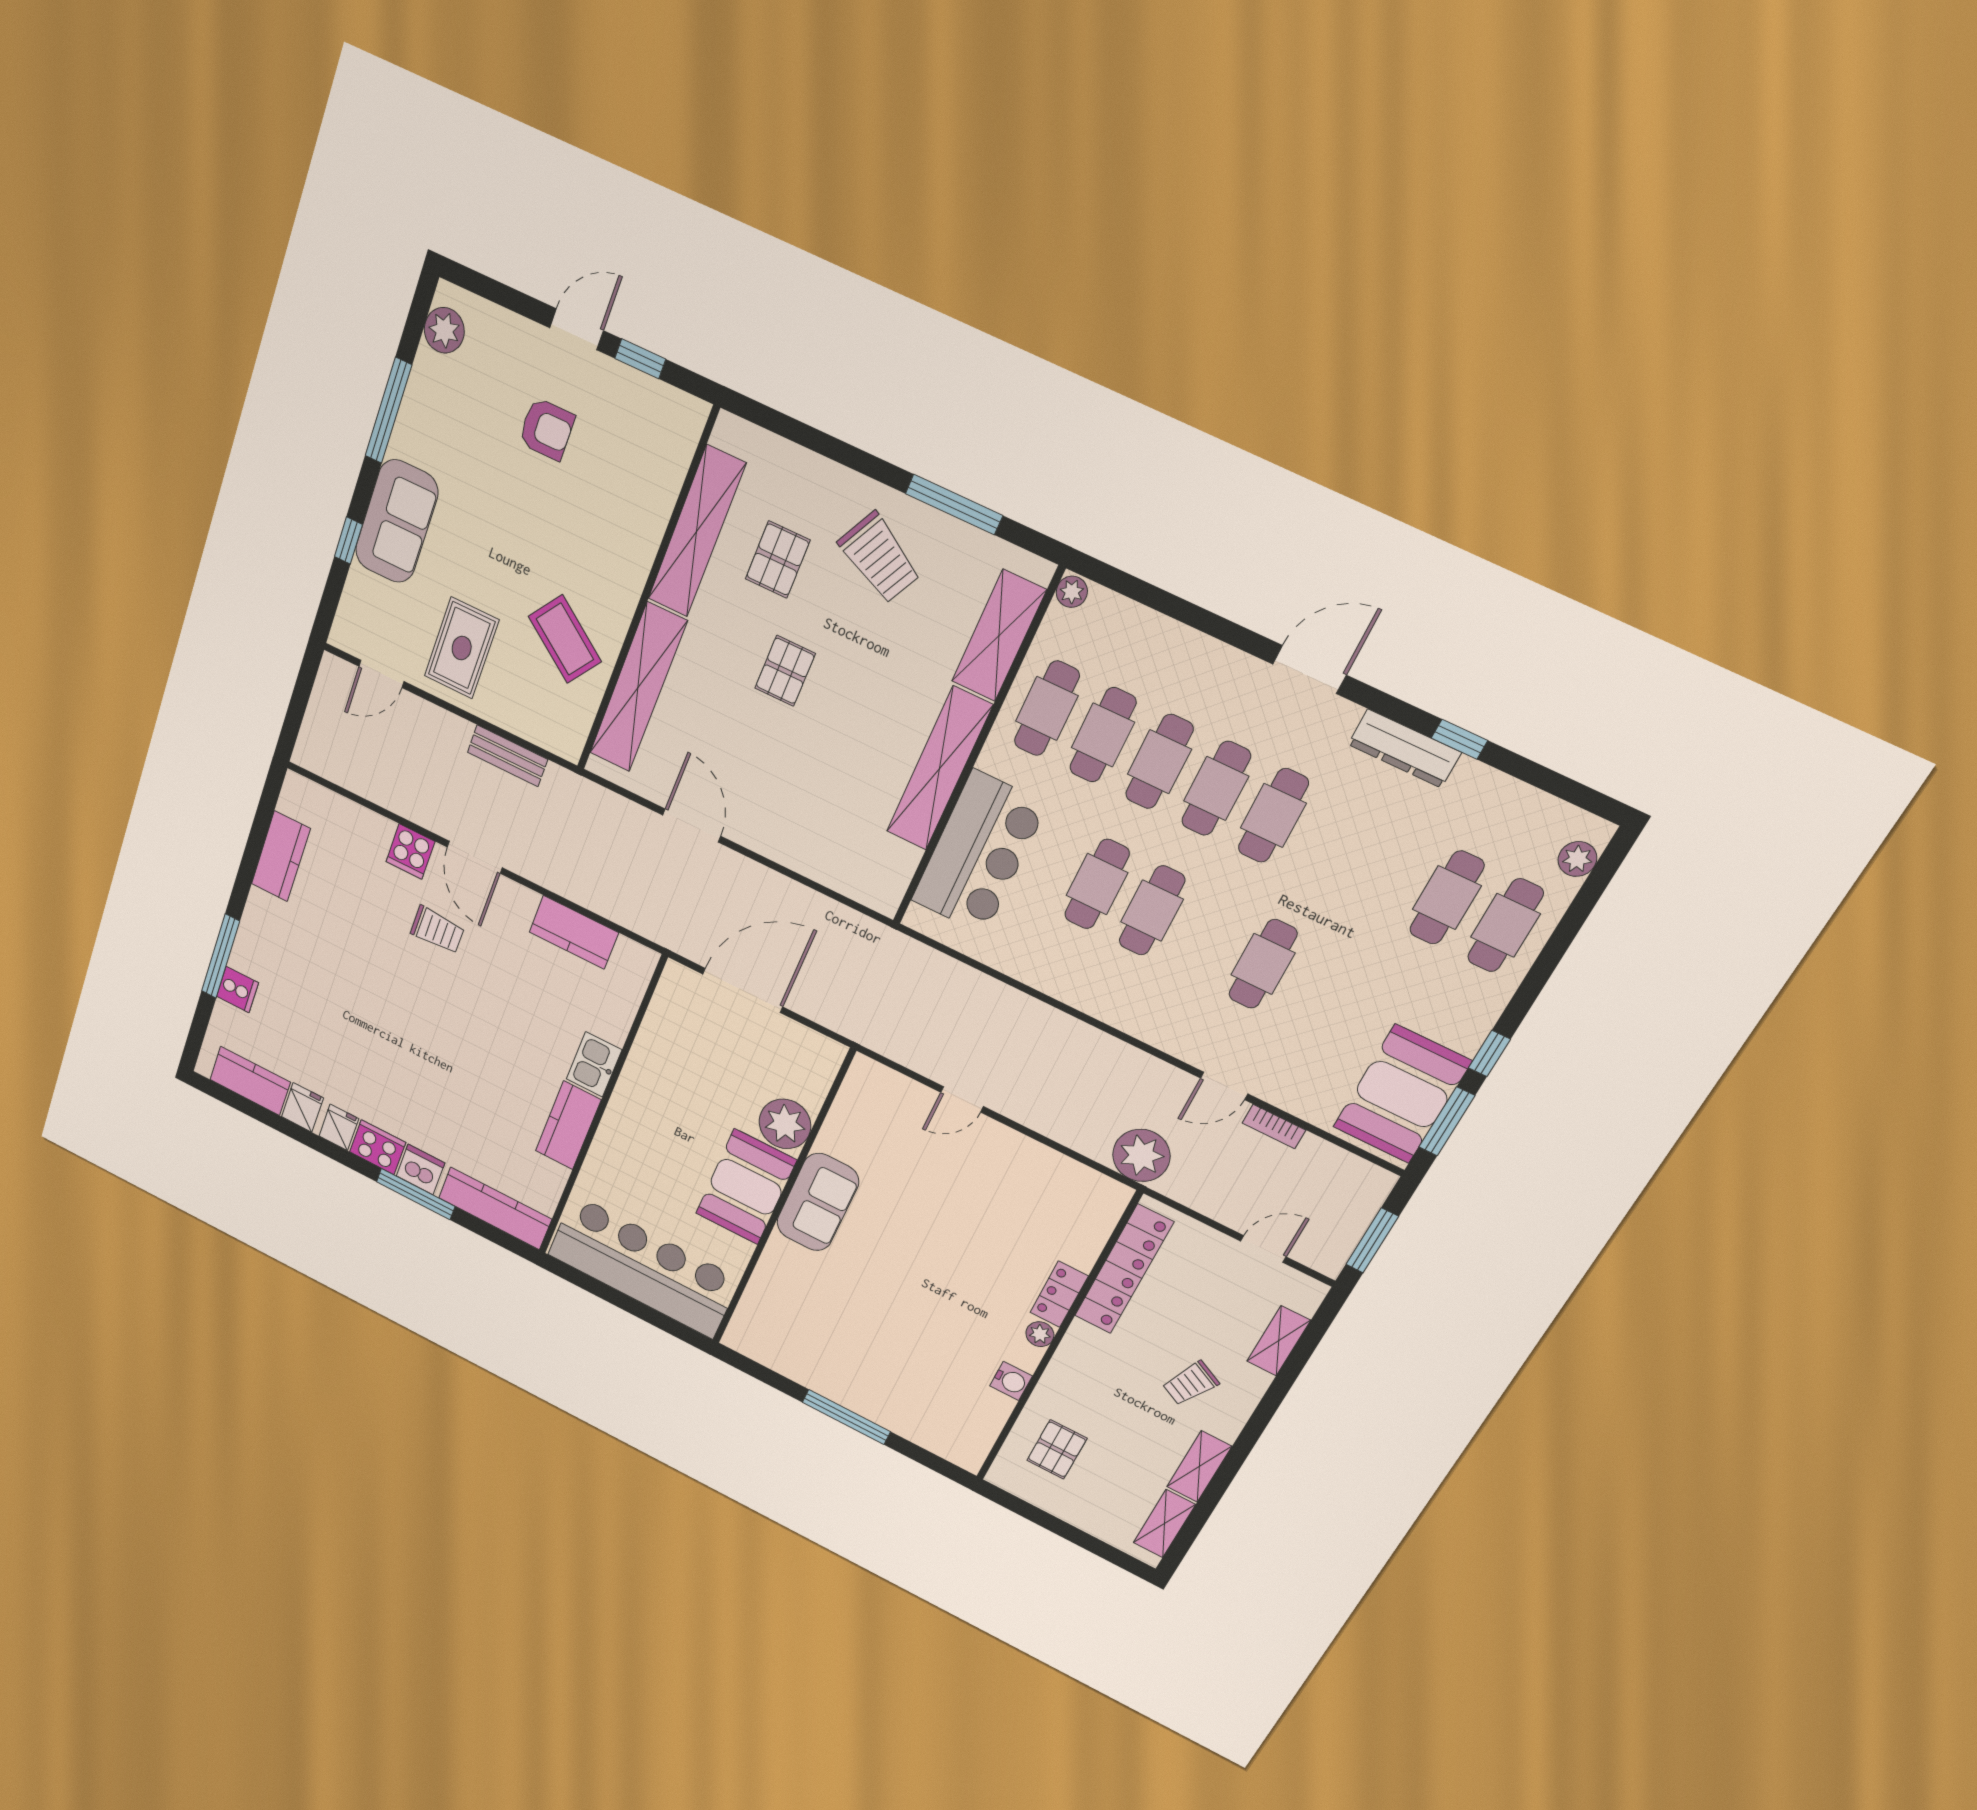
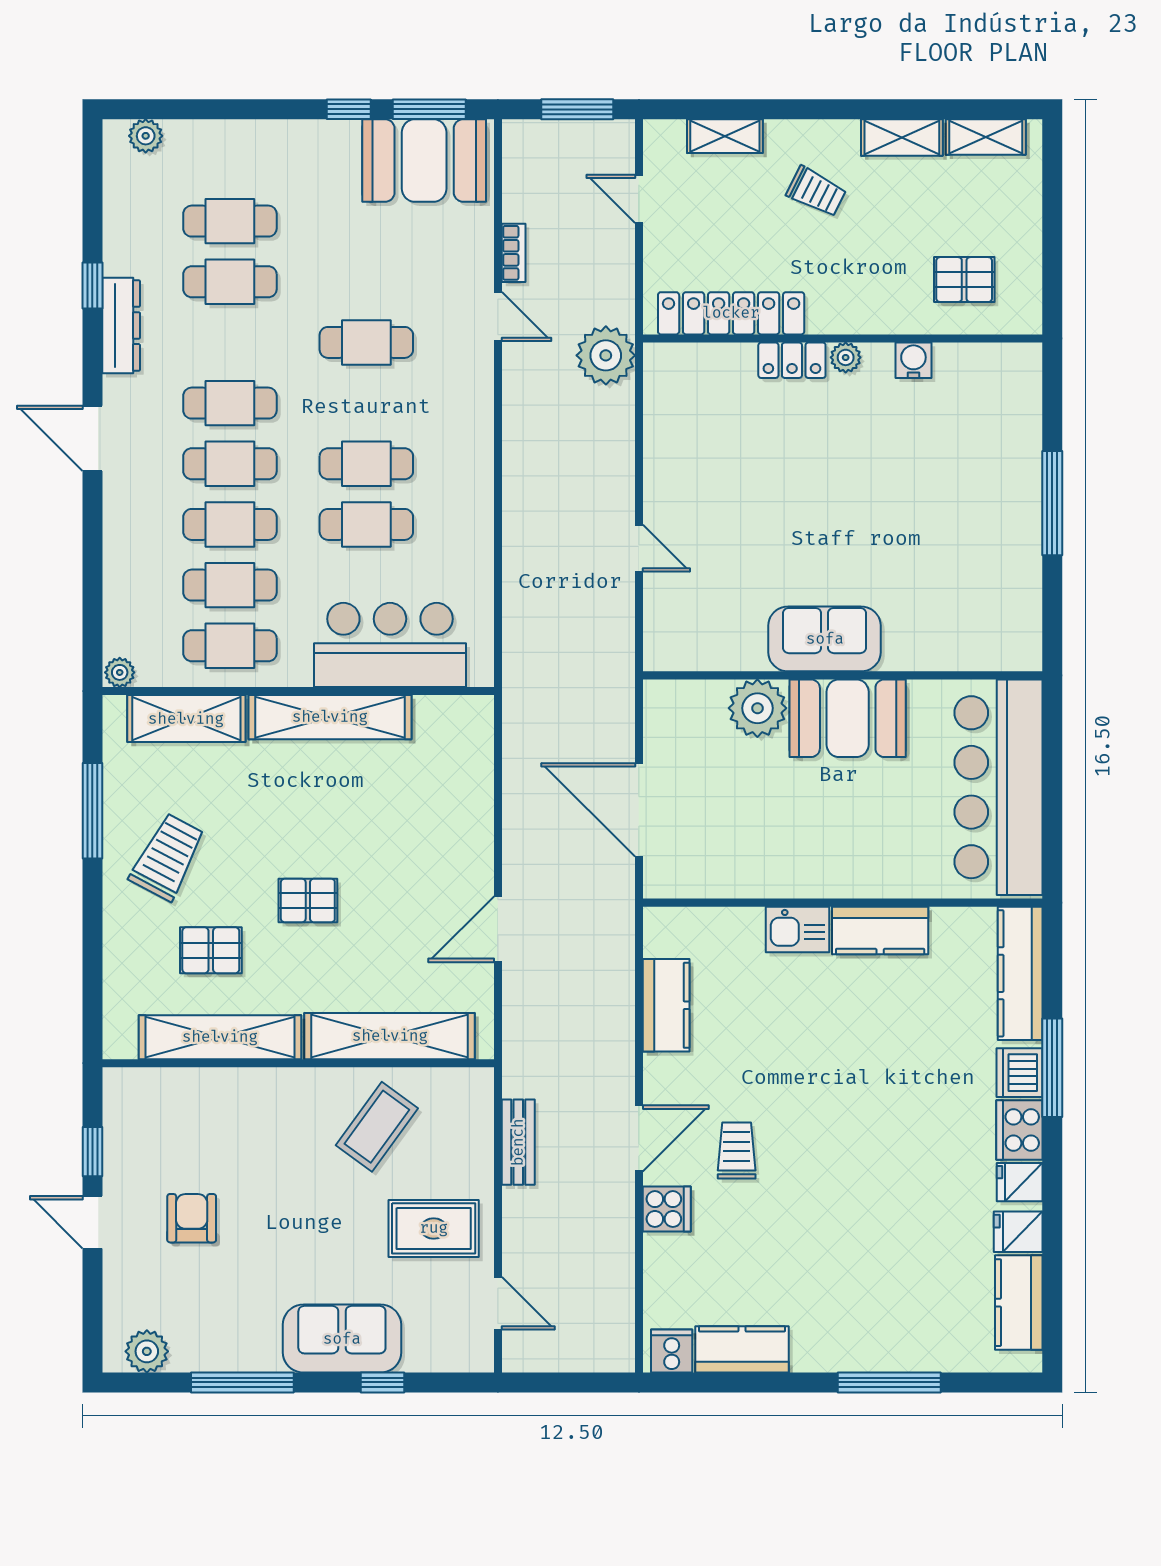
cafe table: (1505, 925) -> (230, 282), moved
cooker: (237, 990) -> (672, 1351), moved

